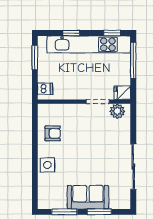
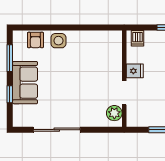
fridge: (122, 93) -> (135, 71), moved, turned 90
armchair: (53, 133) -> (35, 40), moved
window: (99, 212) -> (10, 94), width x0.67

